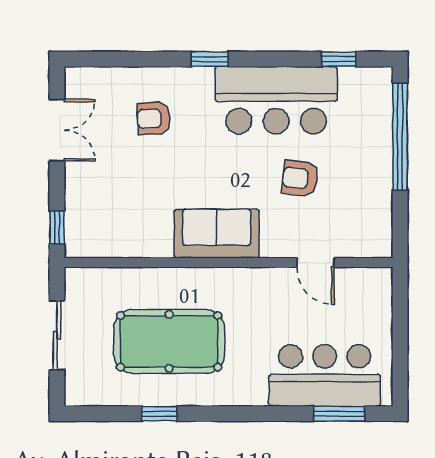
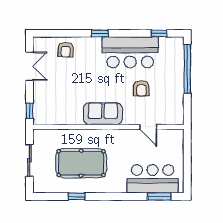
armchair: (154, 118) -> (66, 50), moved, turned -86
armchair: (300, 178) -> (141, 88), turned -97

